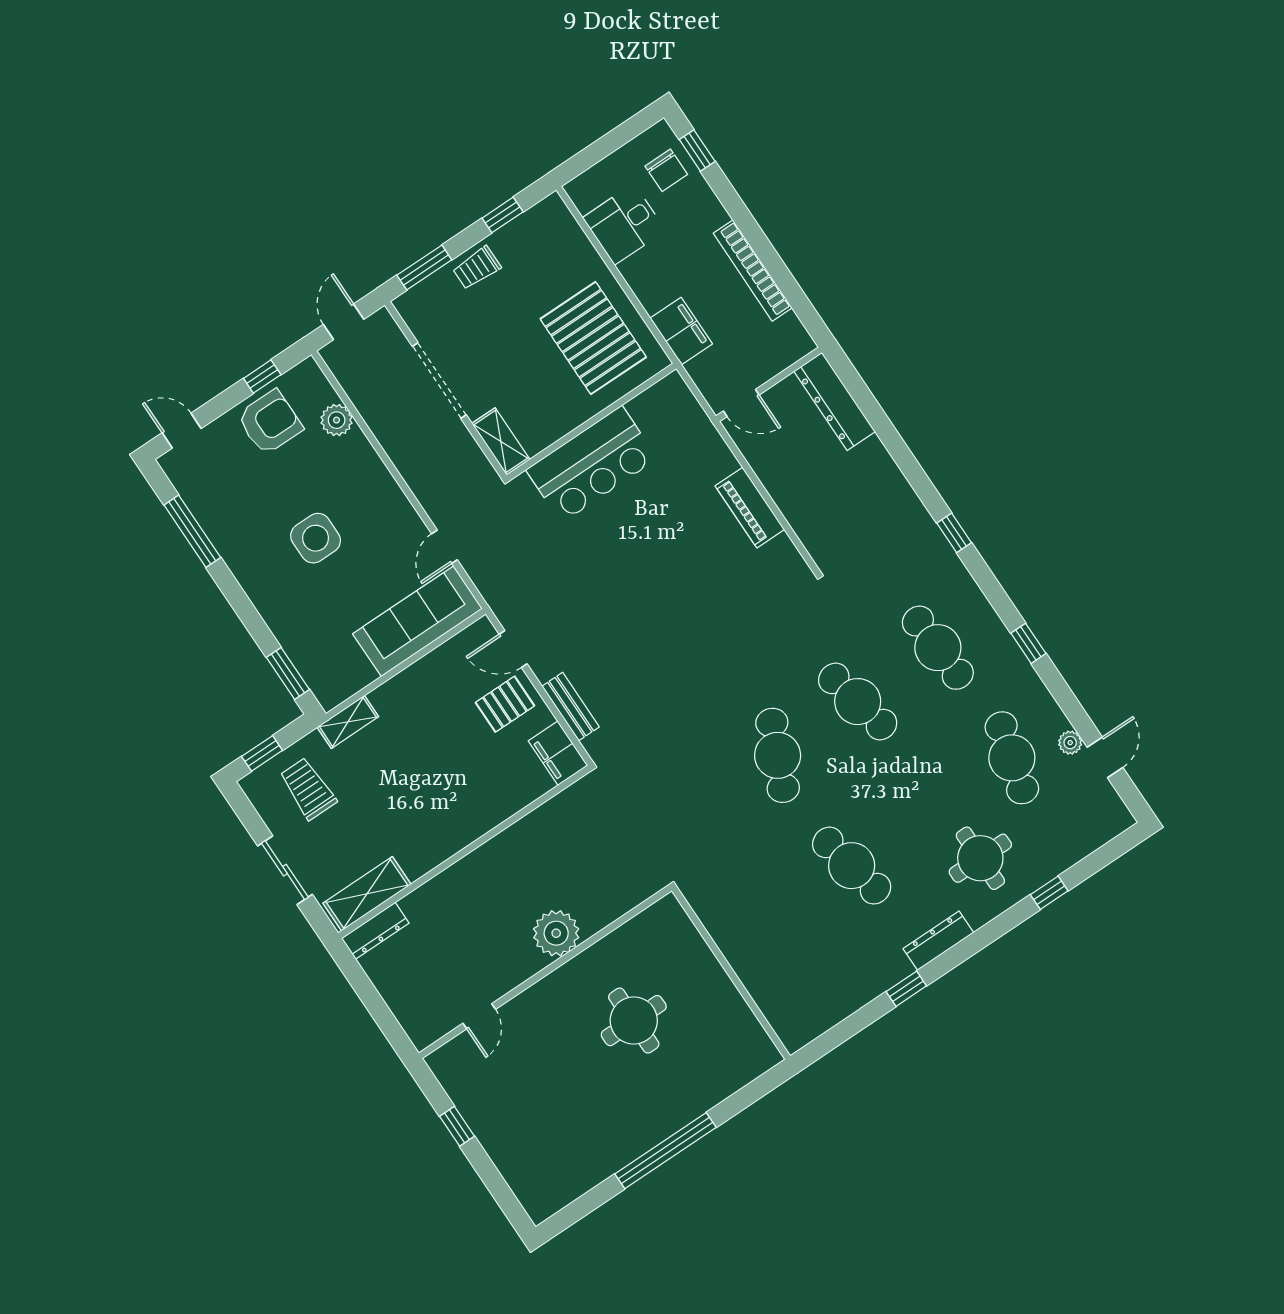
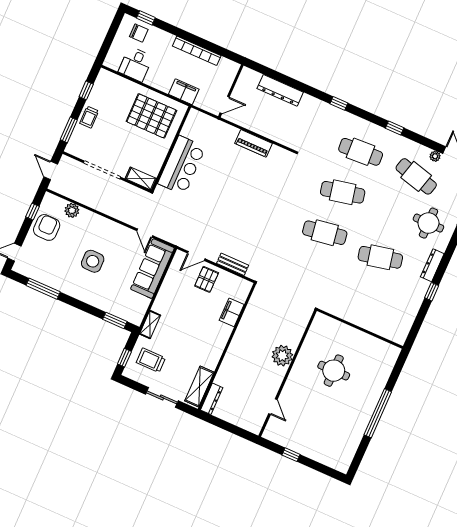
dresser: (835, 401) -> (280, 90), moved
filing cabinet: (558, 753) -> (232, 312), moved, turned 90
cafe table: (778, 755) -> (325, 233), turned -33

